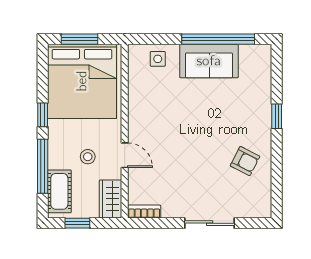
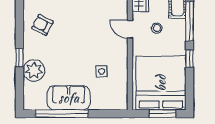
side table: (158, 59) -> (102, 71), moved
plant: (257, 99) -> (34, 70), added

